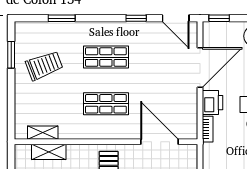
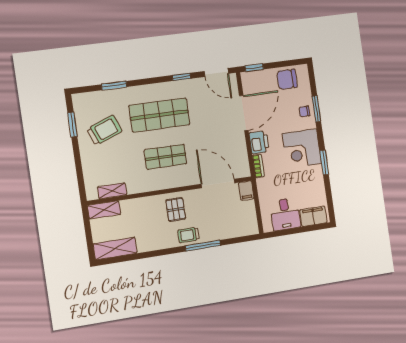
shop shelf: (106, 57) -> (159, 115), width x1.43, depth x1.36
shelving: (49, 152) -> (104, 210), moved
filing cabinet: (190, 154) -> (246, 191), added

